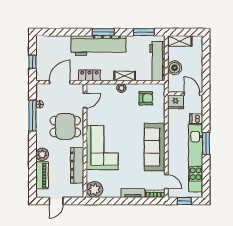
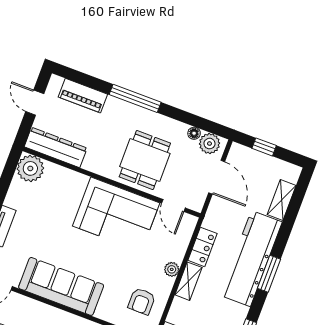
shelving: (59, 41) -> (282, 200), added
locker: (89, 75) -> (202, 247), moved
window: (32, 116) -> (135, 98), moved
corner sofa: (102, 148) -> (116, 214), moved
plant: (42, 154) -> (210, 144), moved
dresser: (77, 165) -> (56, 147), moved

